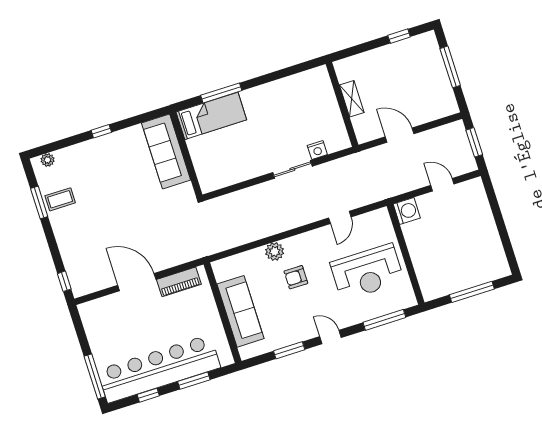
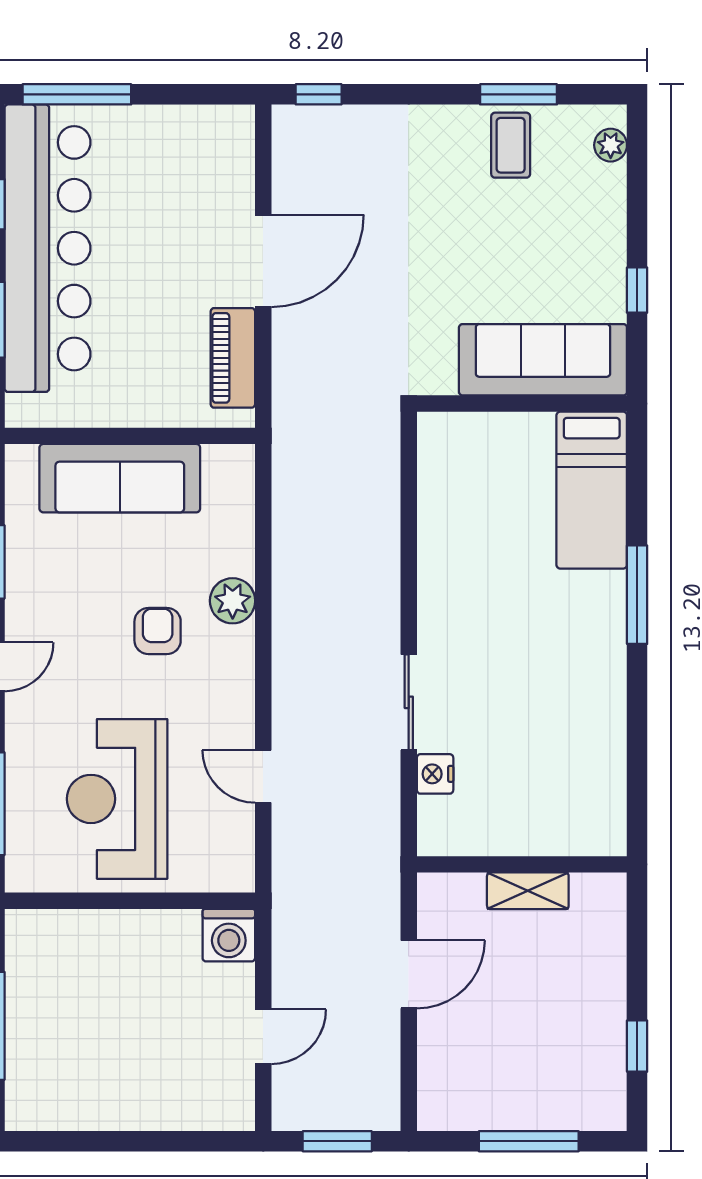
bed: (211, 116) -> (592, 490), moved
sofa: (166, 151) -> (543, 360), moved
wall: (186, 154) -> (522, 404), moved

